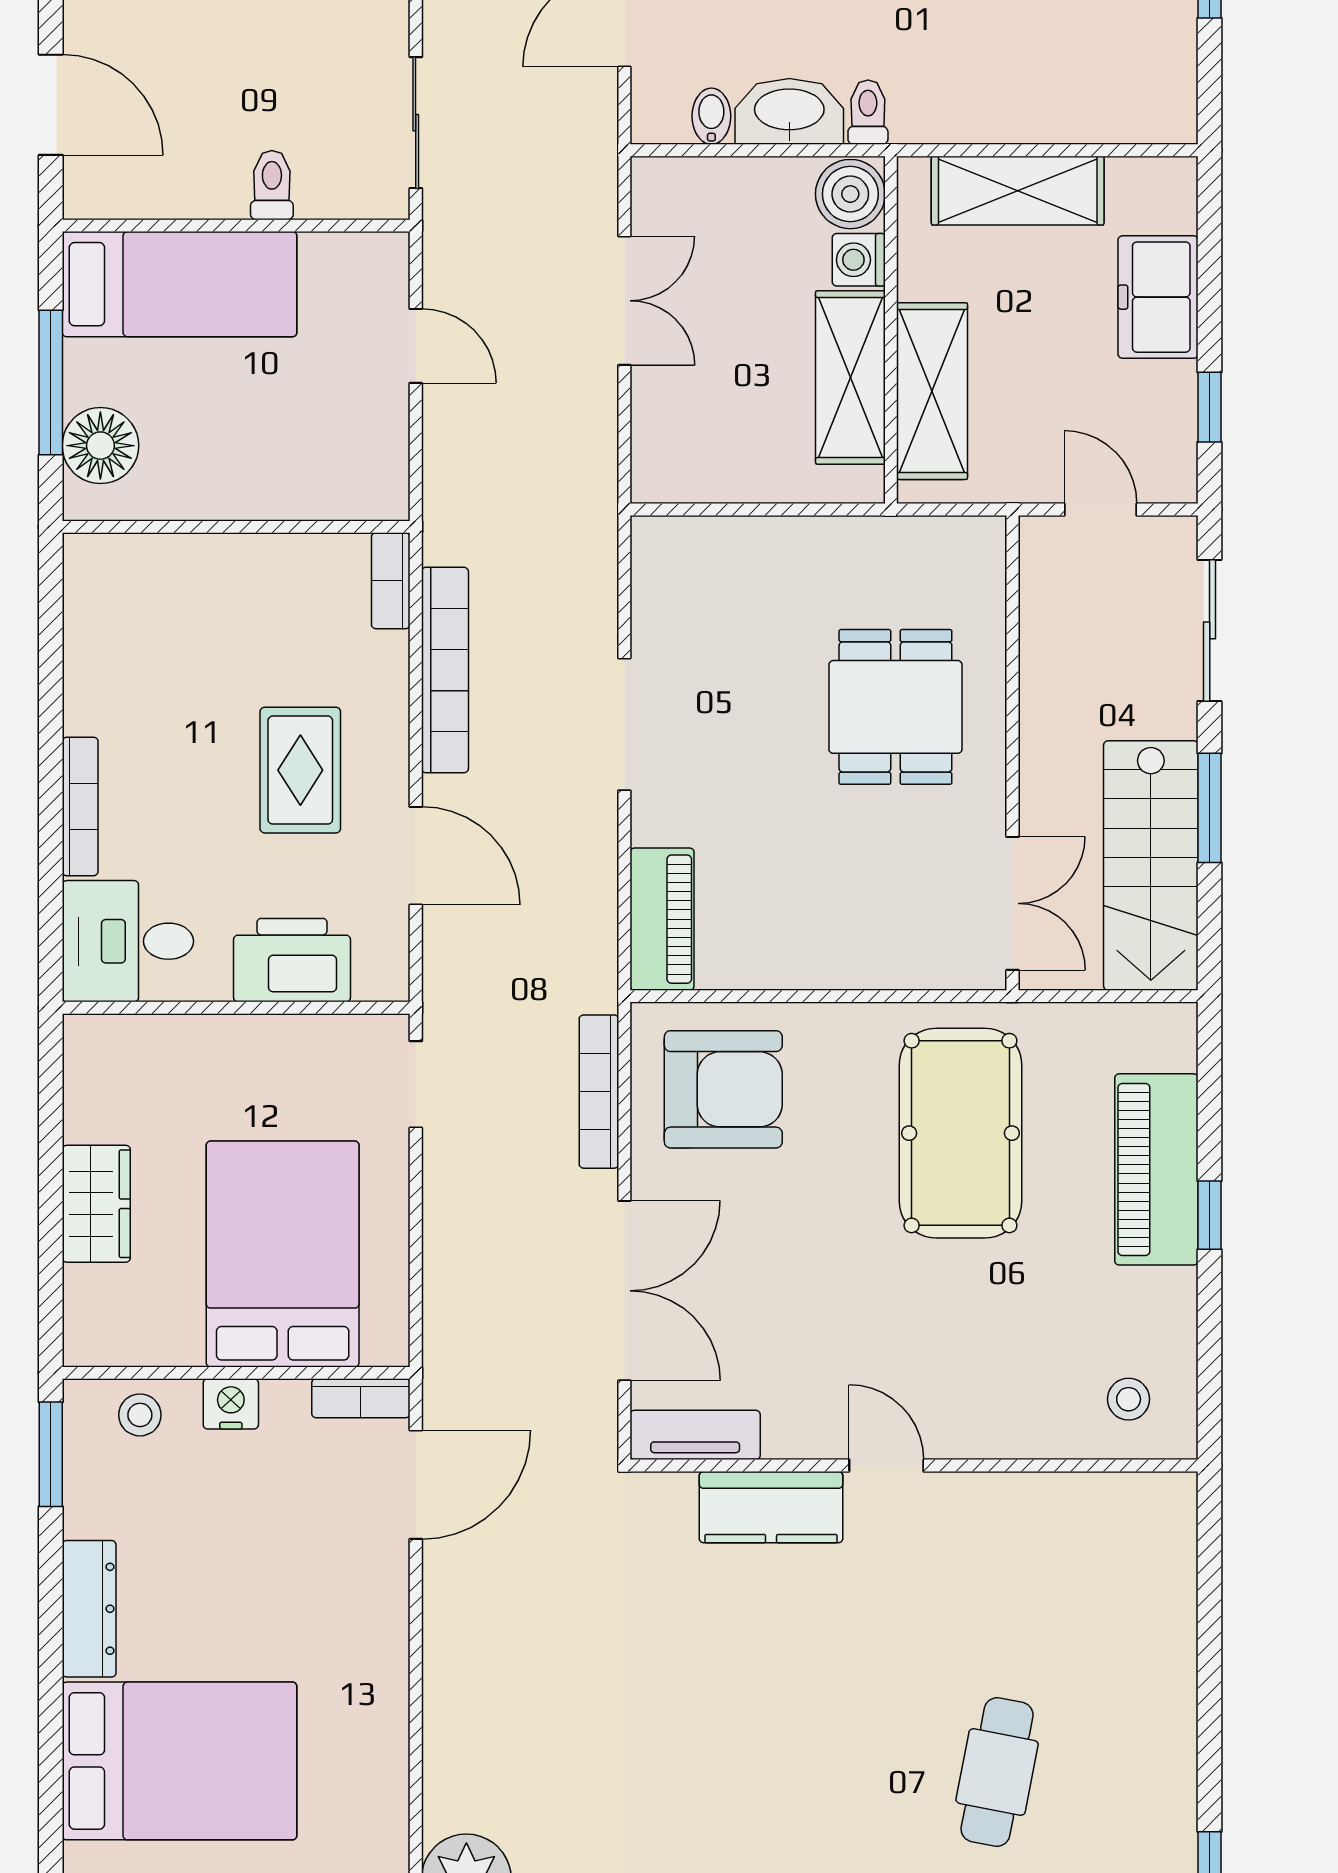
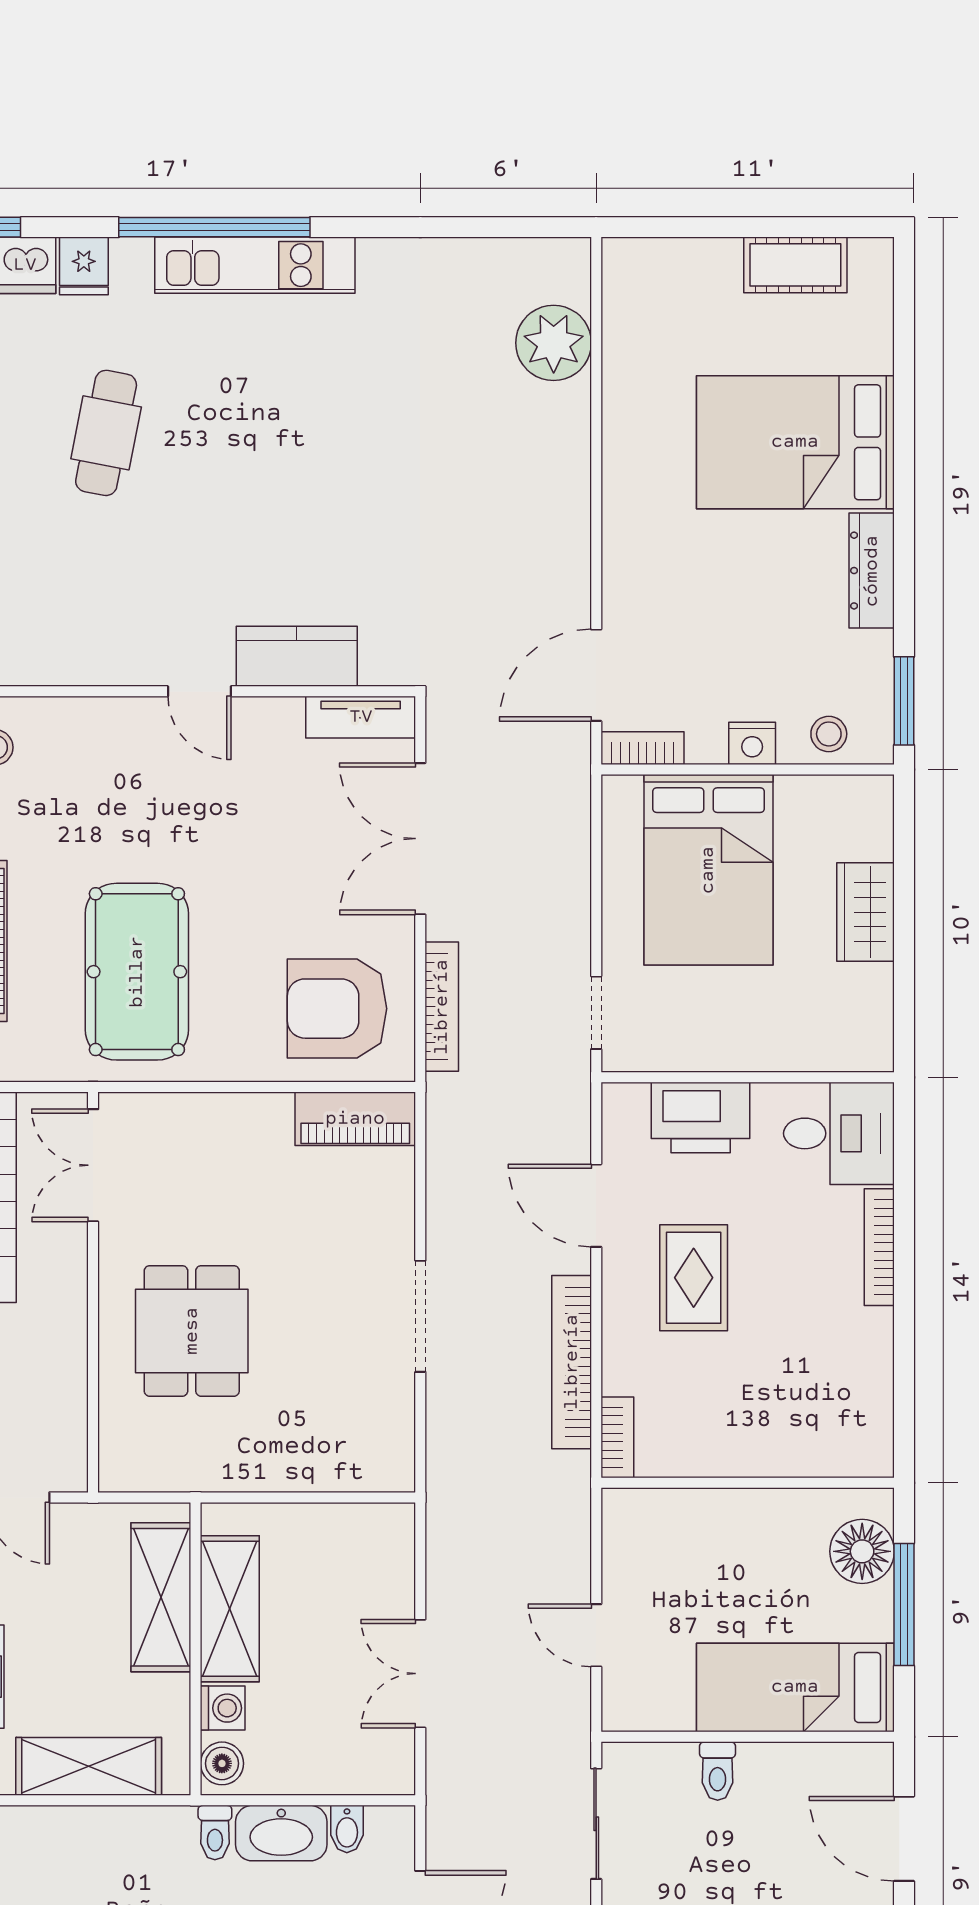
boiler: (850, 194) -> (222, 1763), width x0.73, depth x0.73
piano: (662, 919) -> (355, 1119), moved, turned -90

